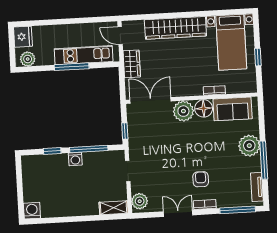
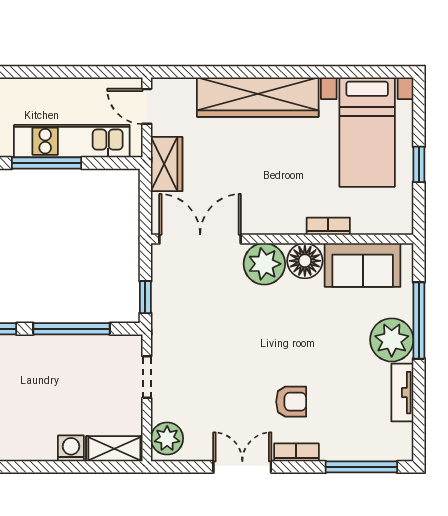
washing machine: (75, 159) -> (71, 448), moved, turned 180
window: (264, 160) -> (419, 320), moved
armchair: (201, 179) -> (291, 402), turned 90
tv unit: (257, 187) -> (402, 393), moved

